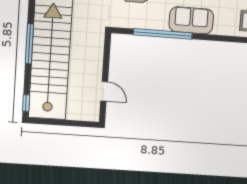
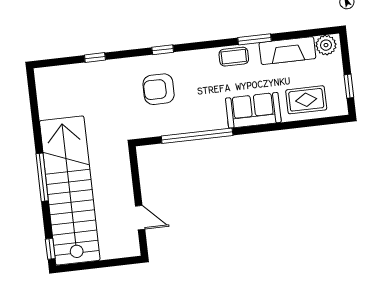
sofa: (191, 20) -> (253, 110), moved

